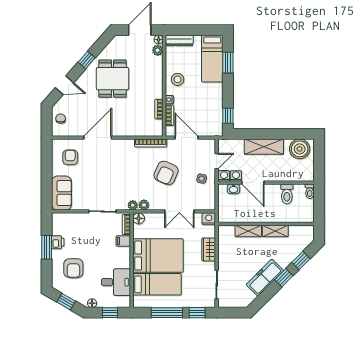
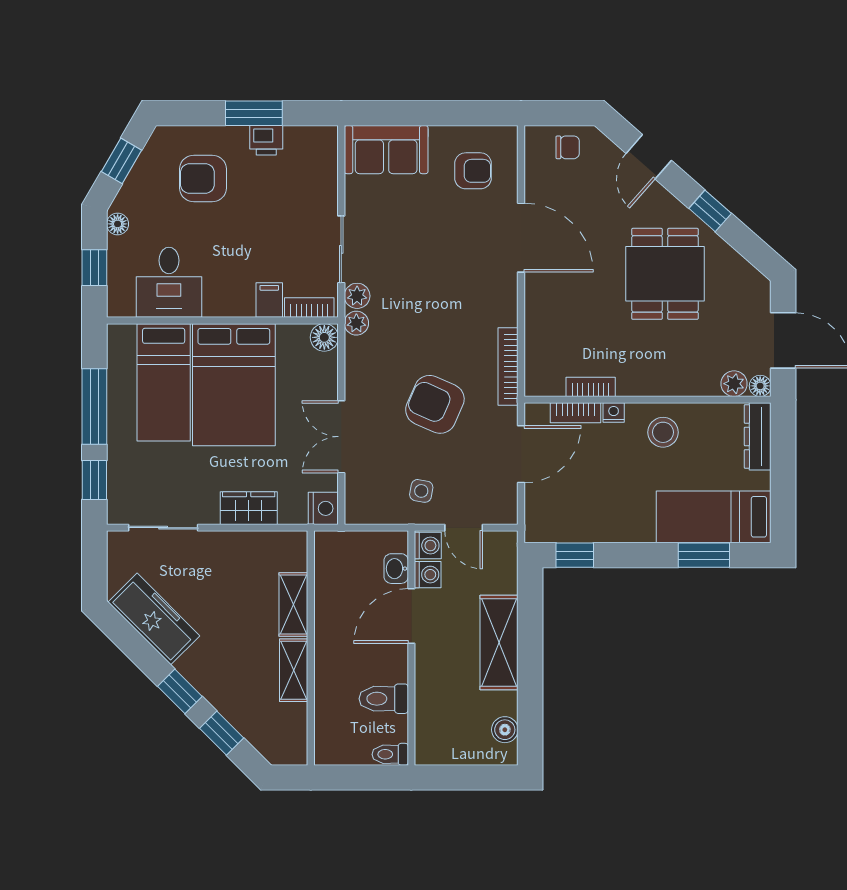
dining table: (113, 79) -> (665, 274), turned 90
boiler: (300, 149) -> (505, 730), width x0.54, depth x0.54
plant: (144, 205) -> (357, 296), moved
freezer: (265, 278) -> (154, 619), moved

